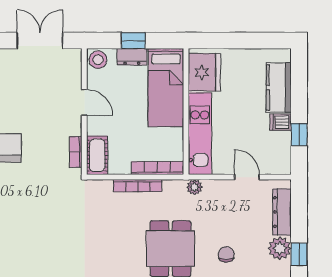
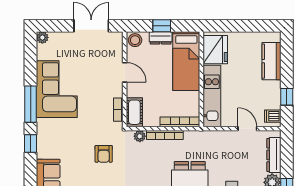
dishwasher: (281, 122) -> (273, 116), moved
plant: (195, 187) -> (140, 136), moved
armchair: (56, 211) -> (104, 154), added

